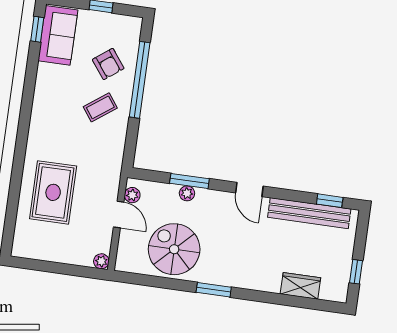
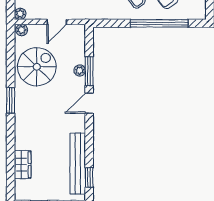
door: (249, 189) -> (89, 103), moved
plant: (132, 195) -> (22, 30), moved

